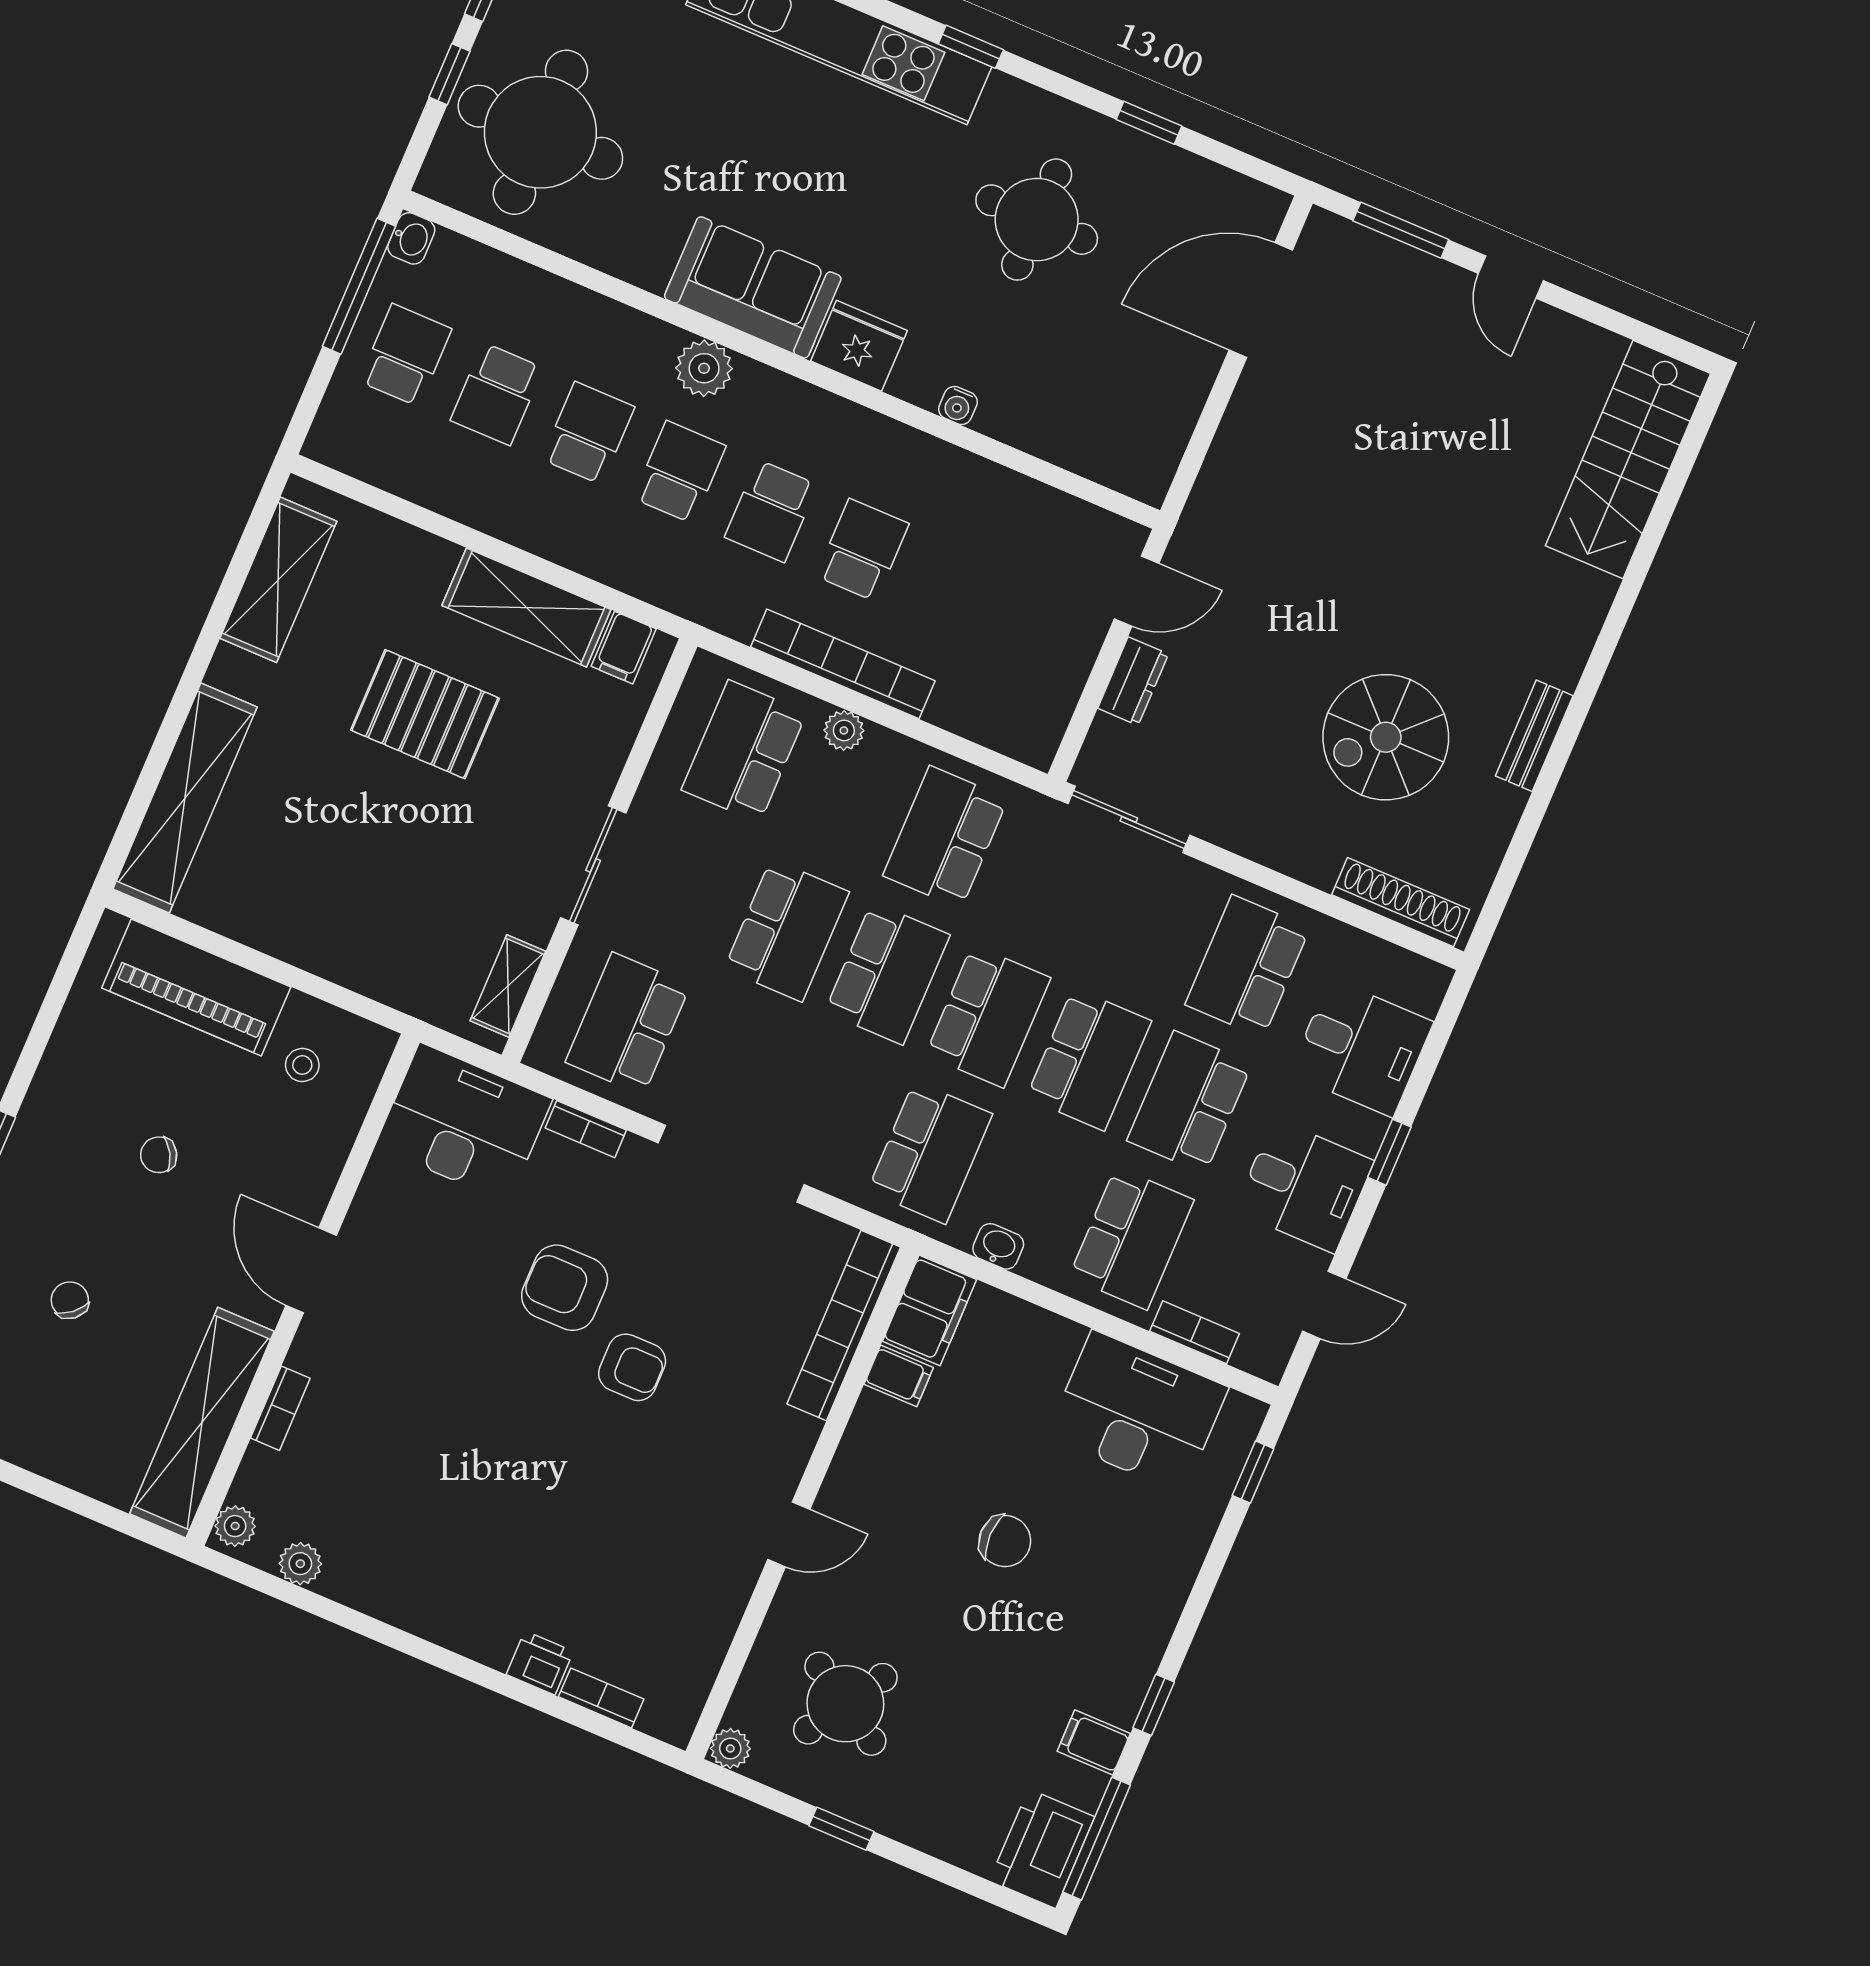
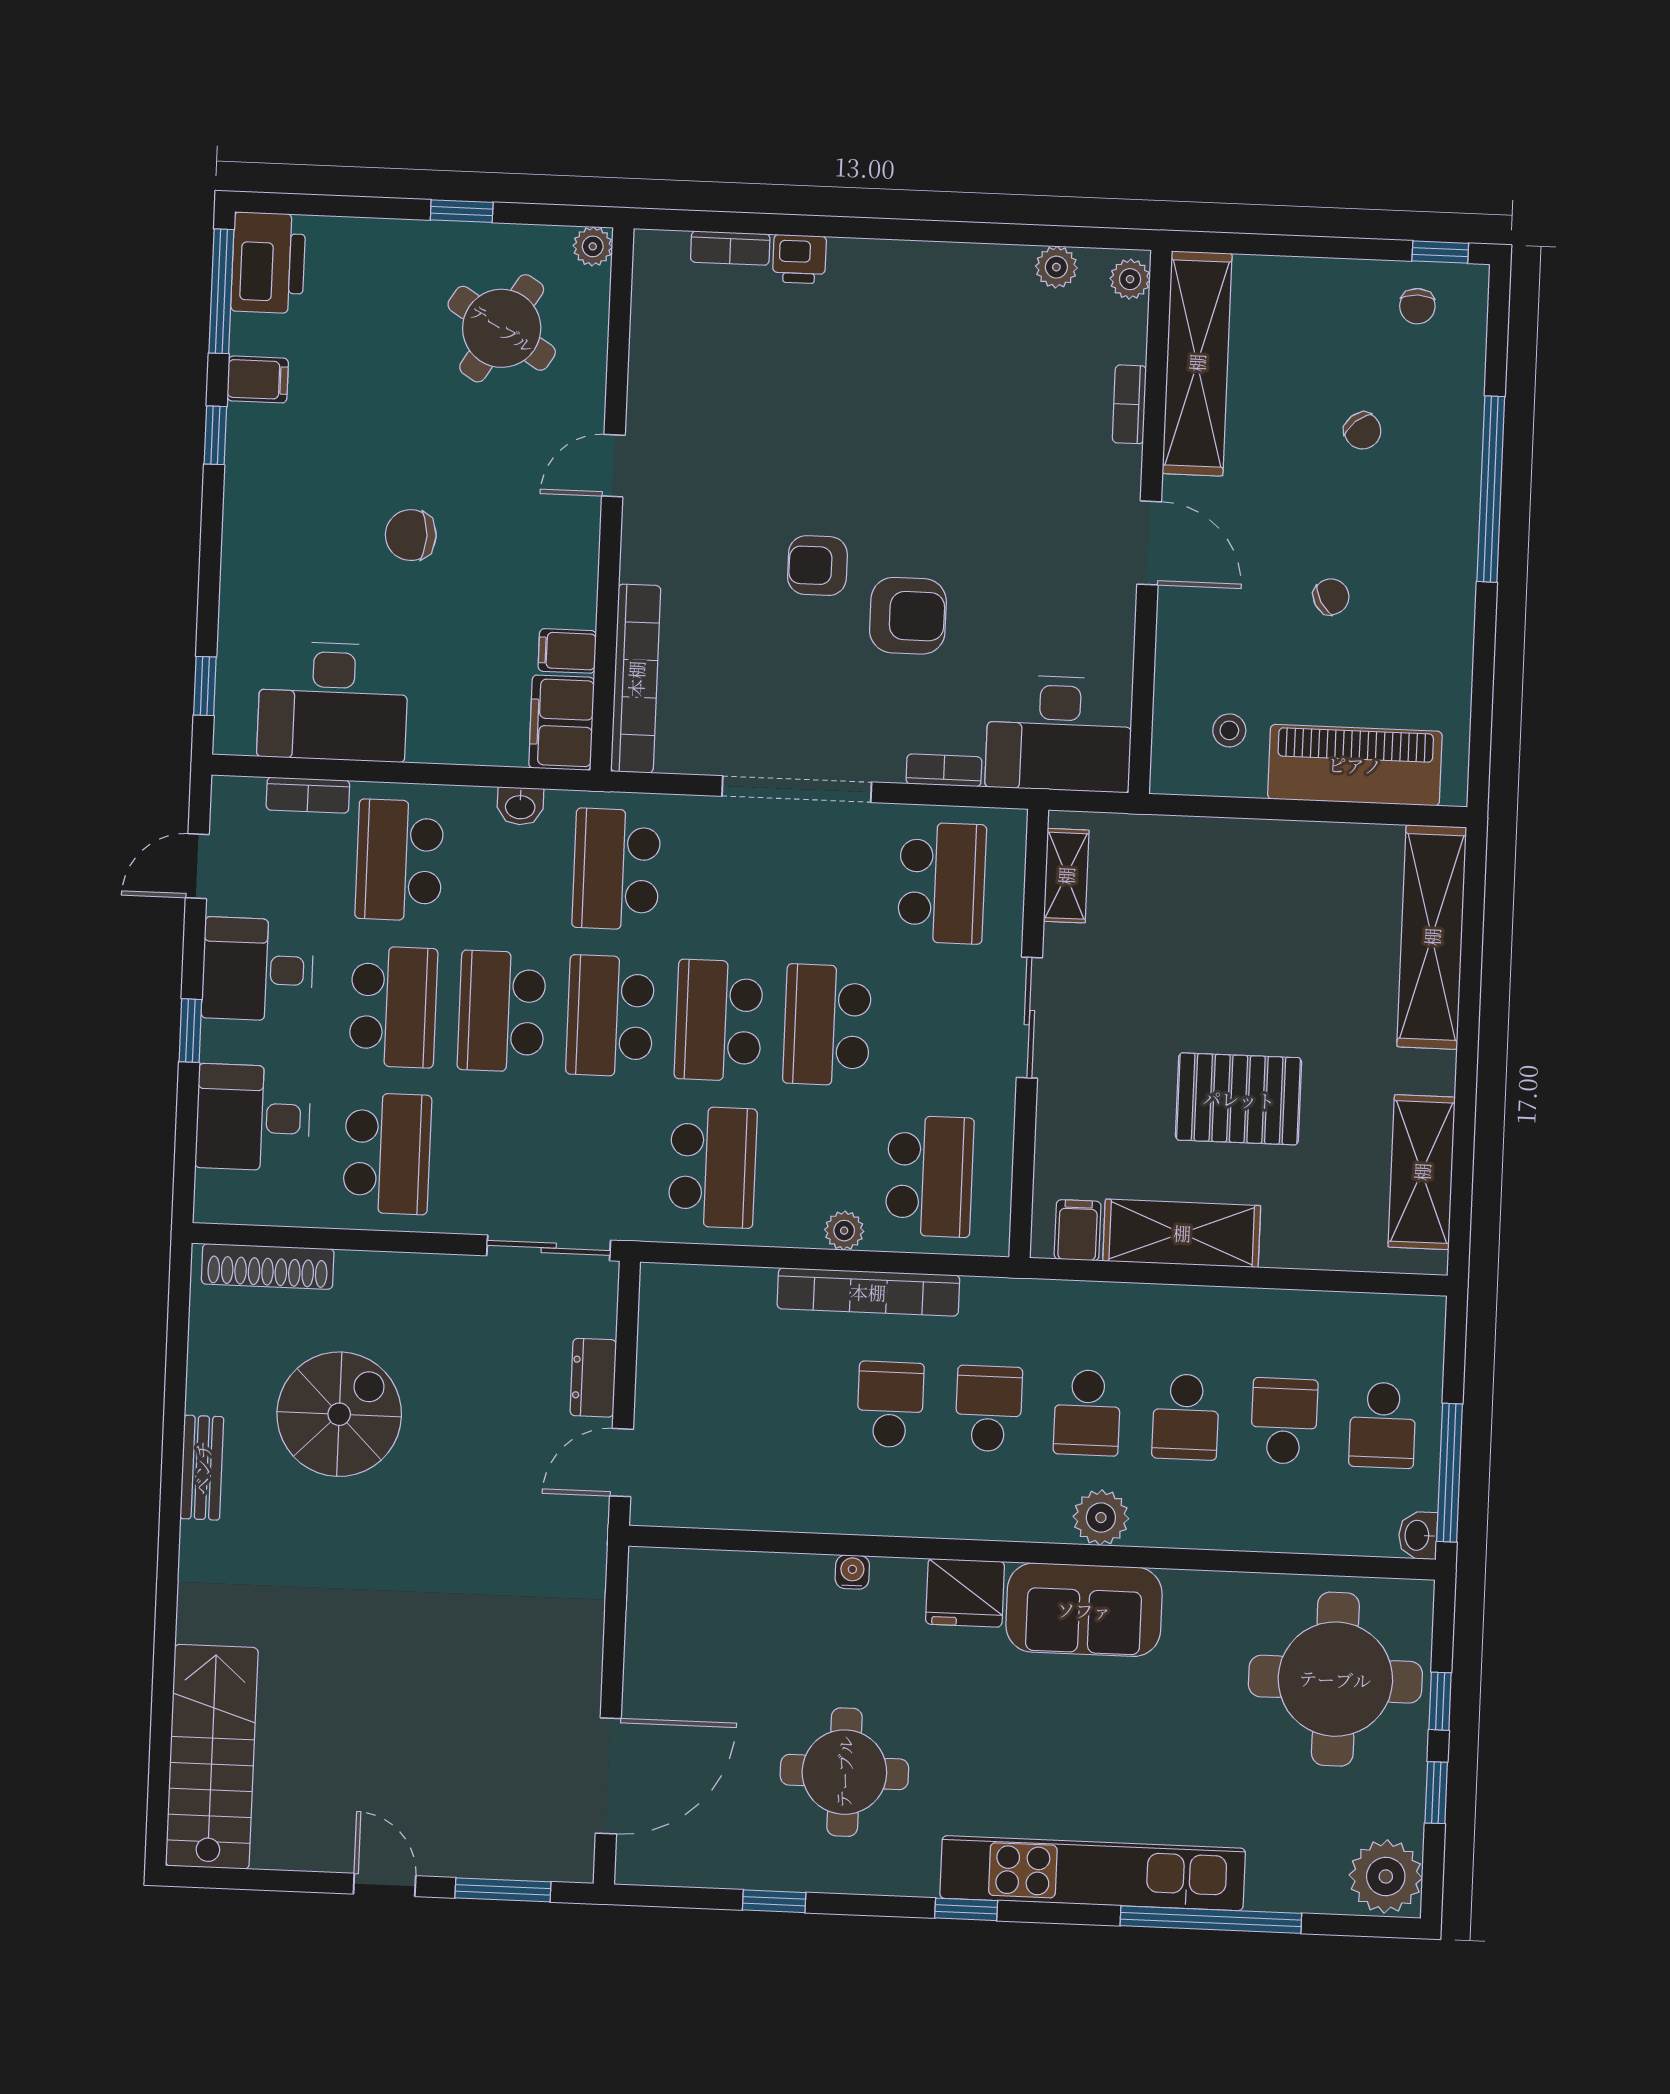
school desk: (862, 550) -> (890, 1404), turned 180

